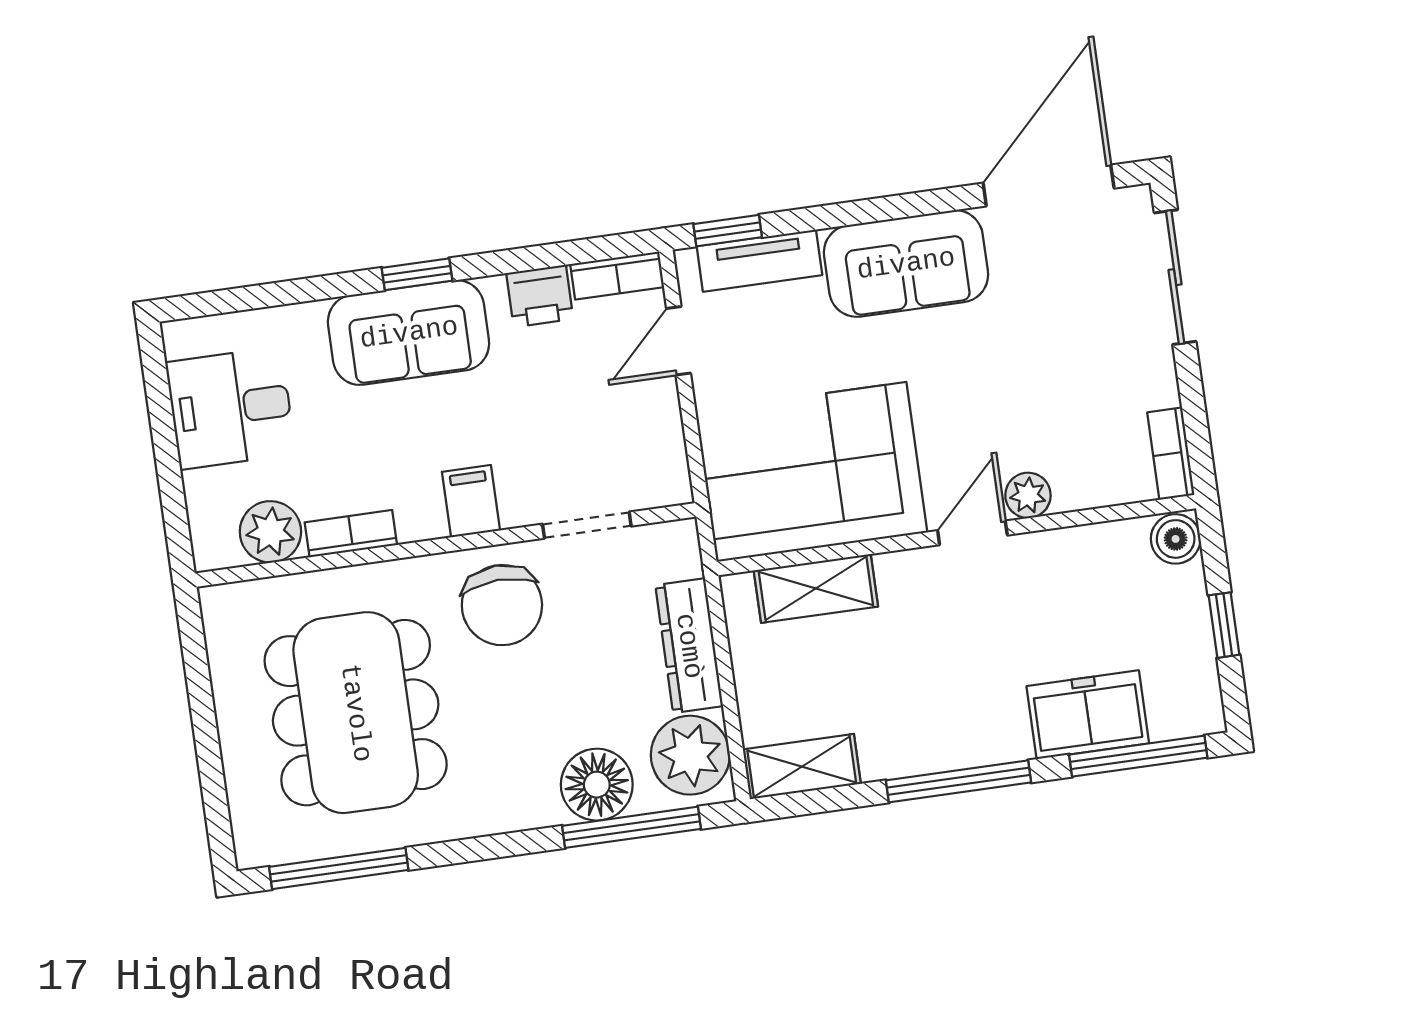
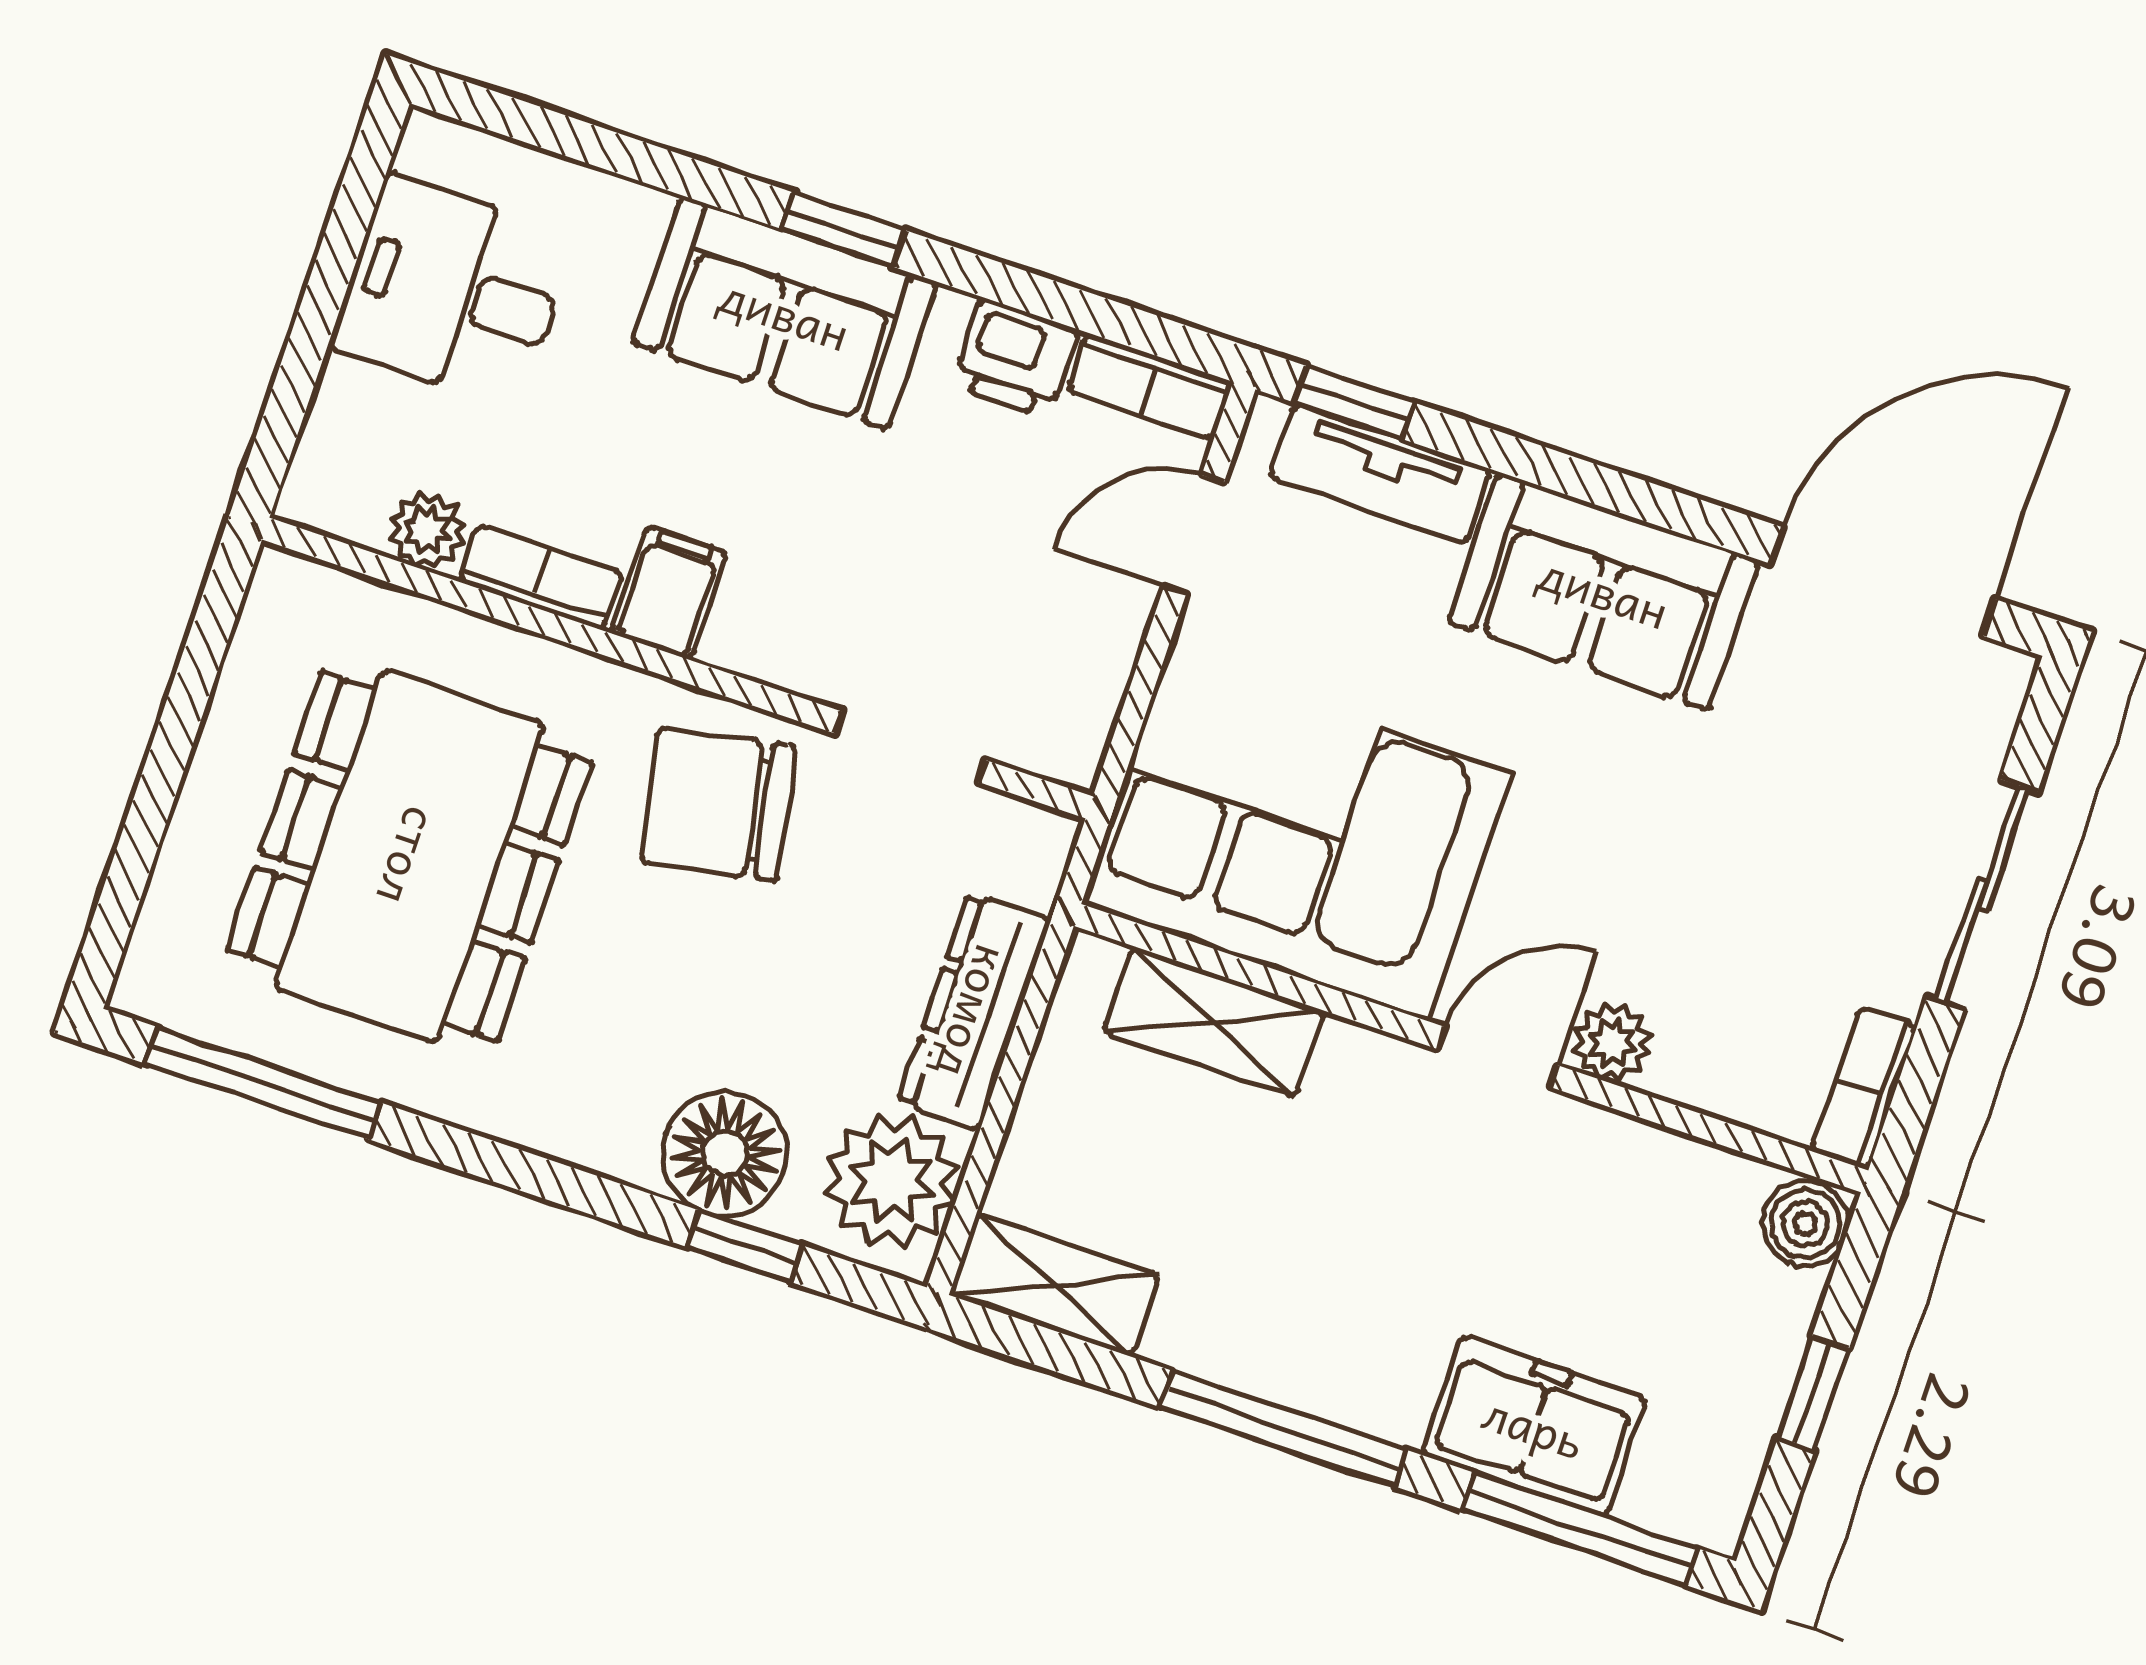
sliding door: (1175, 277) -> (1982, 894), moved
filing cabinet: (471, 501) -> (669, 593), moved
plant: (270, 532) -> (427, 531), width x0.73, depth x0.73
chair: (502, 605) -> (718, 804), turned 81
window: (631, 827) -> (745, 1246), width x0.46

